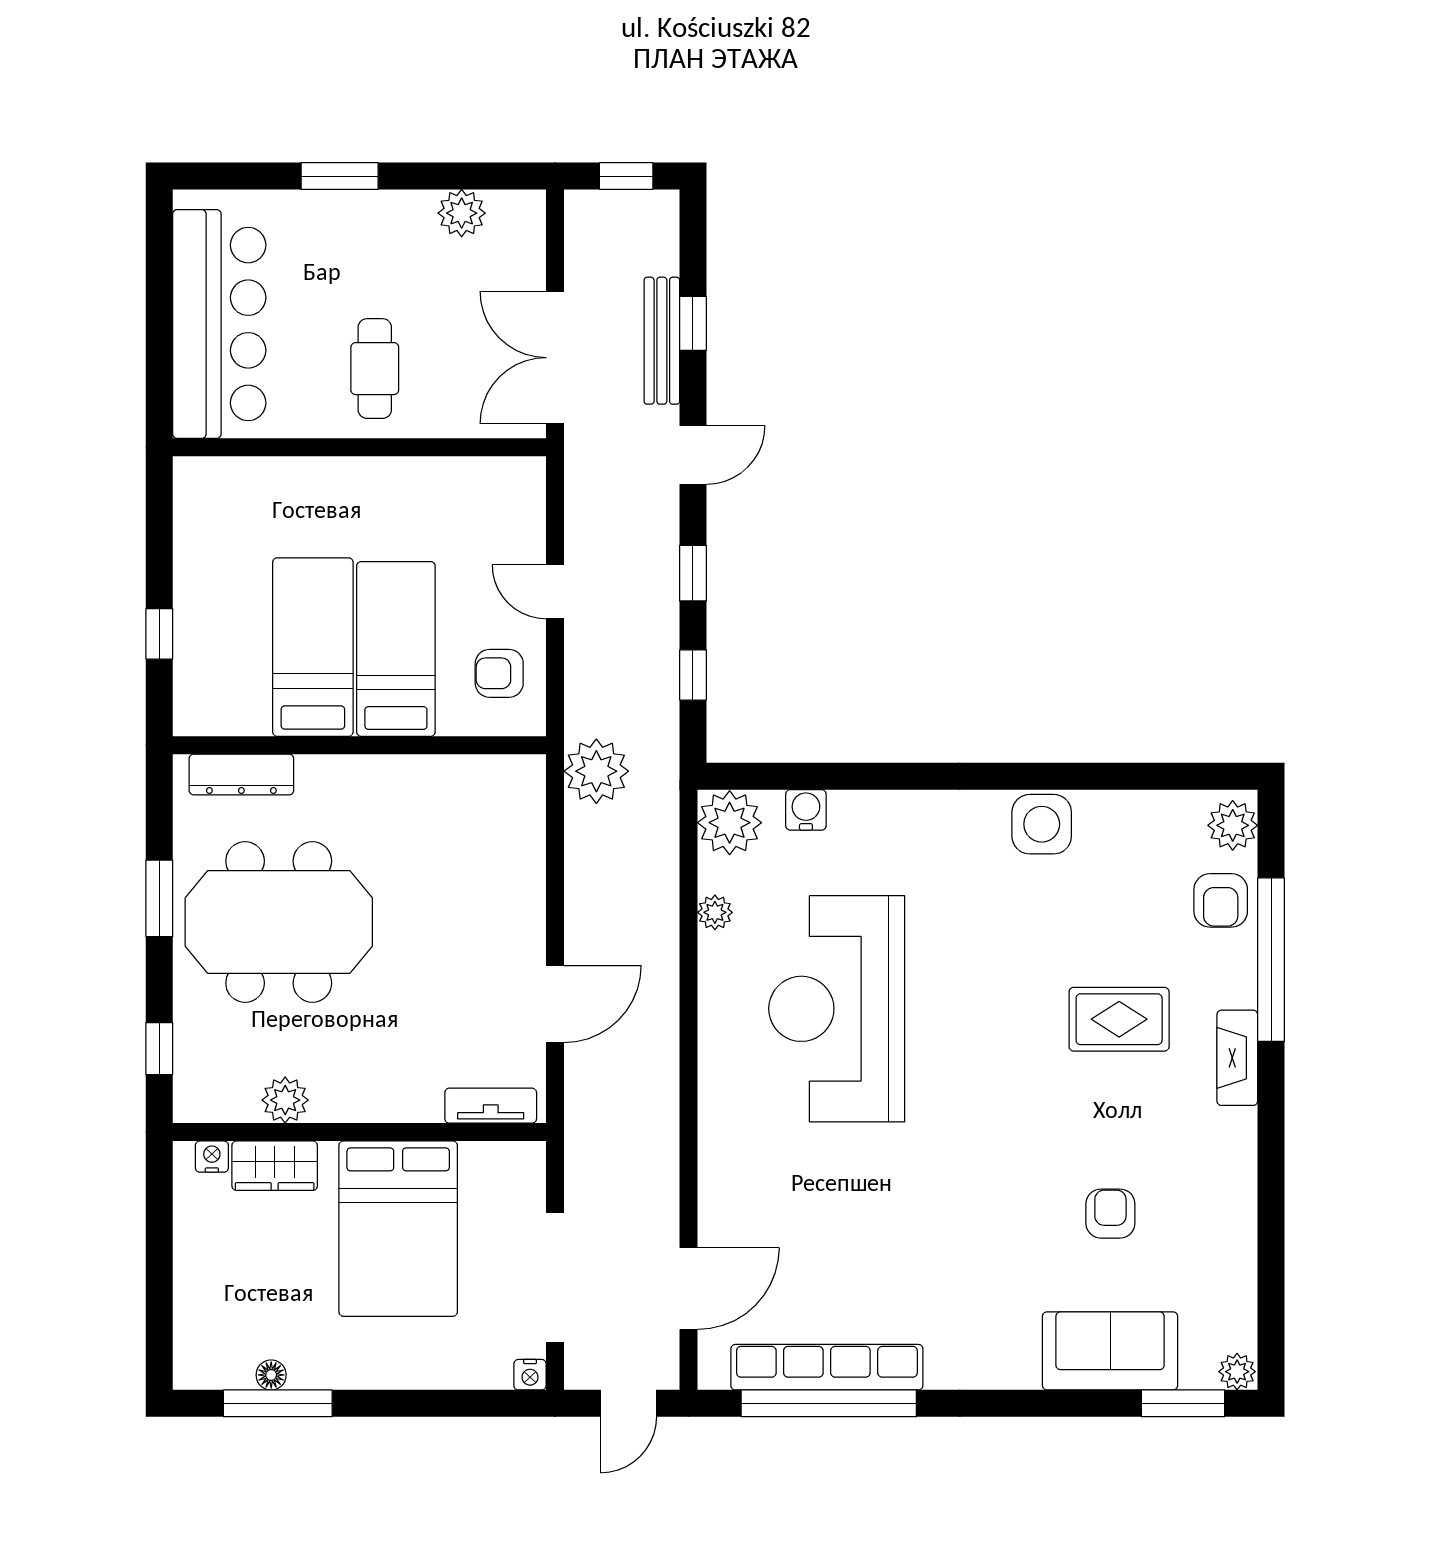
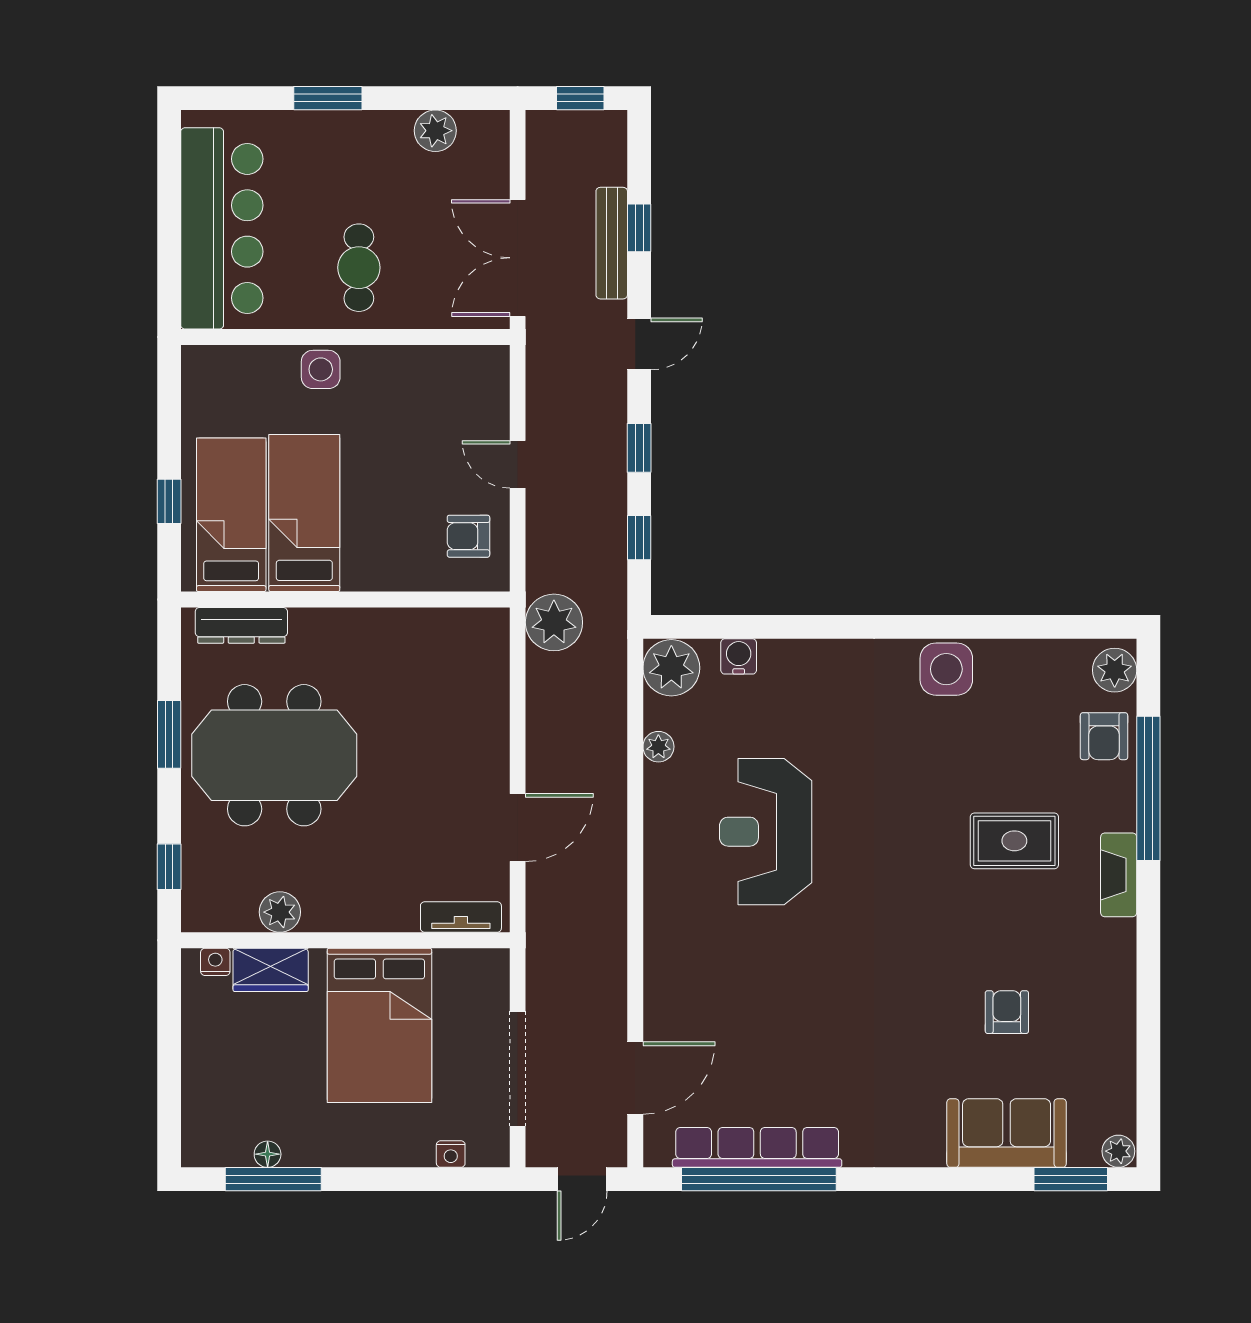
side table: (331, 484) -> (321, 369), added
bed: (396, 649) -> (231, 515), moved
reception desk: (837, 1009) -> (766, 832), width x0.74, depth x0.77
nightstand: (530, 1375) -> (451, 1154), moved

